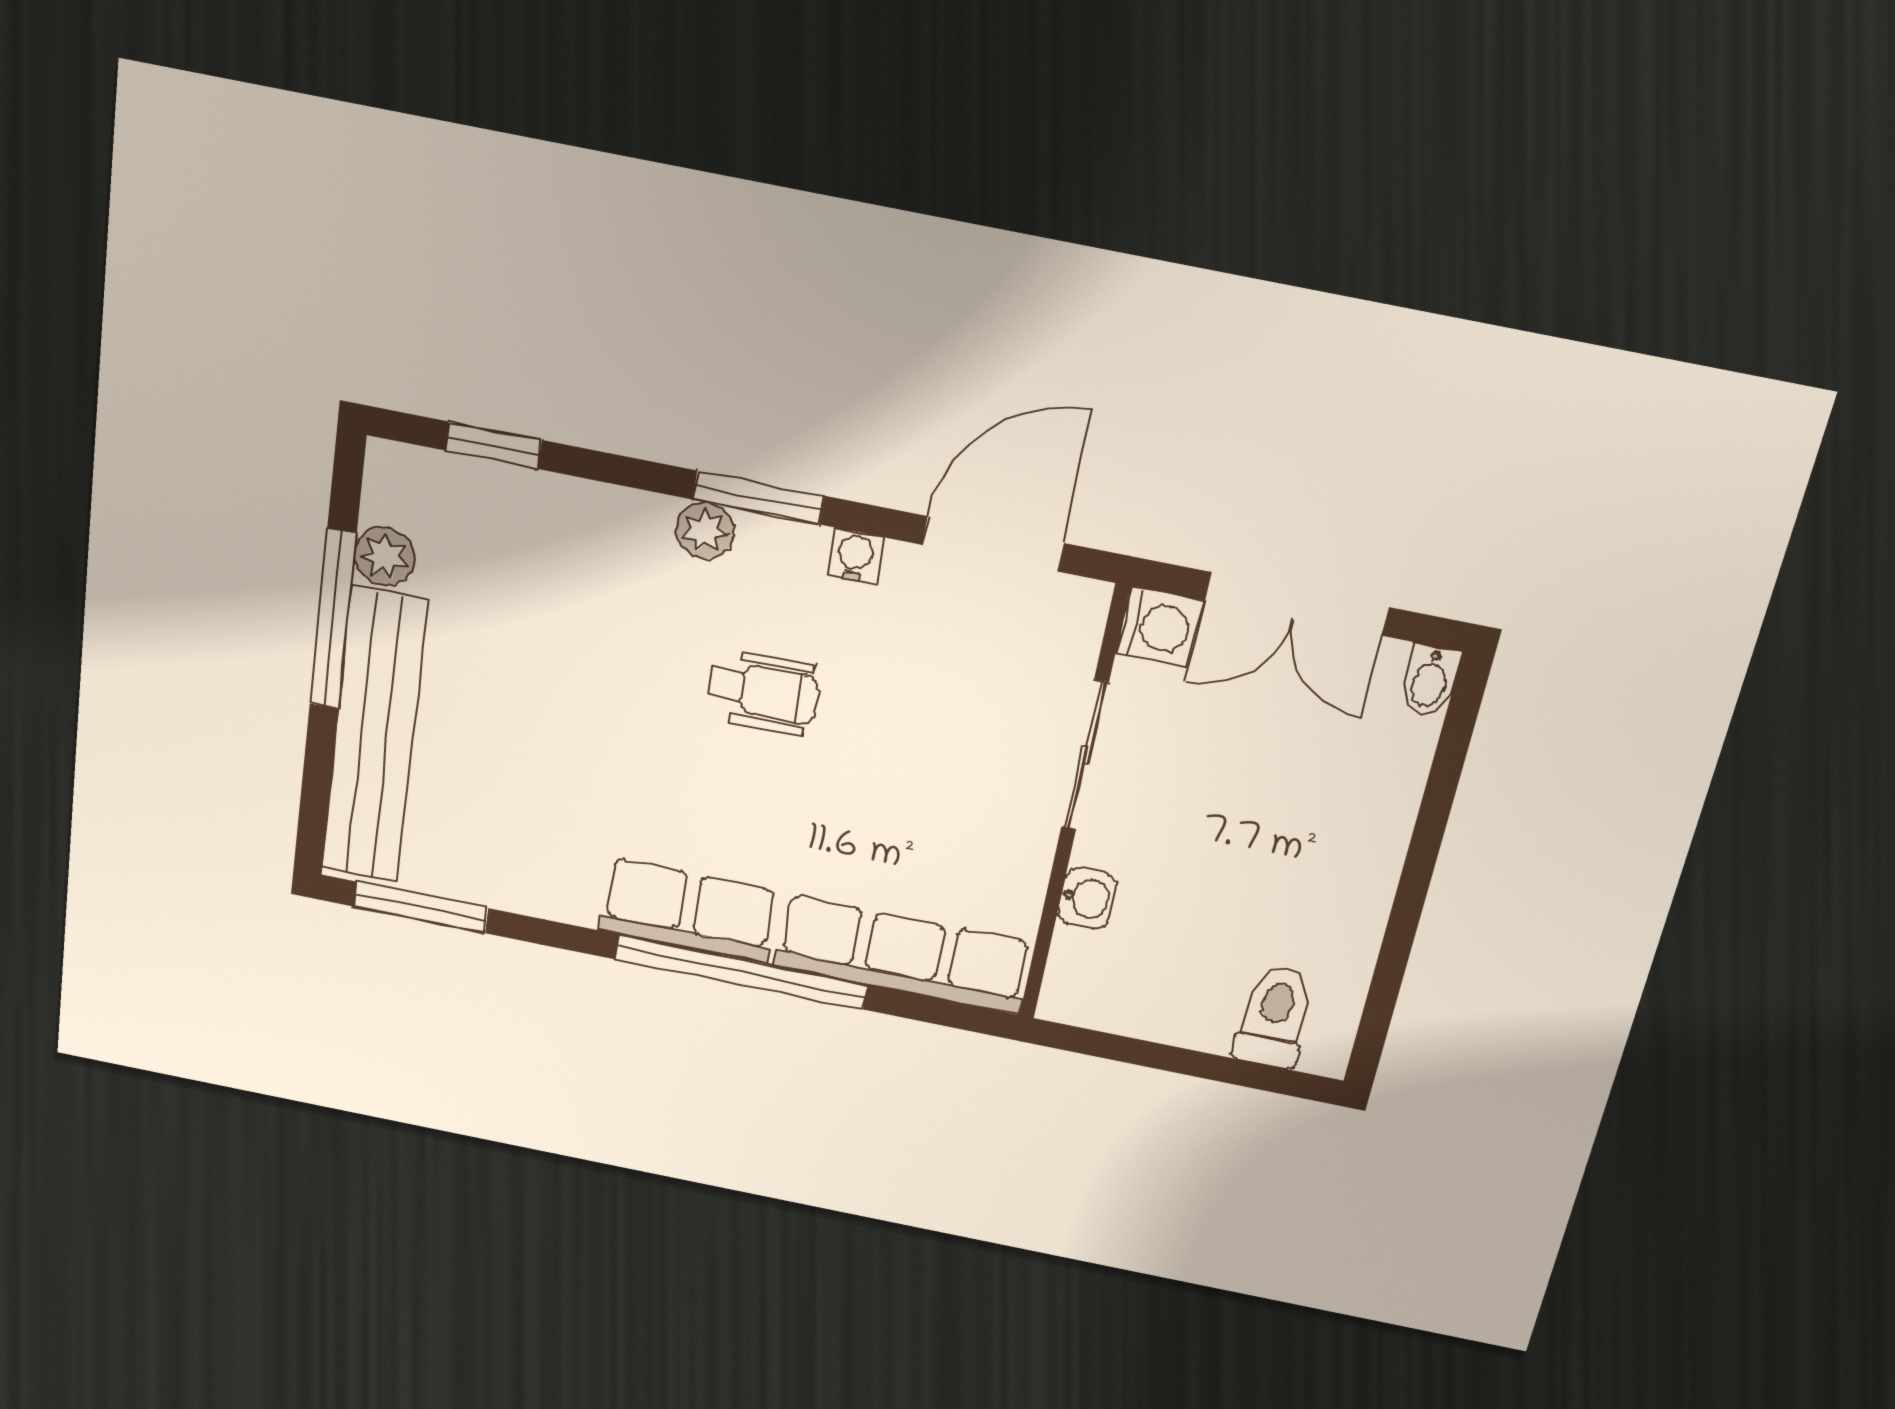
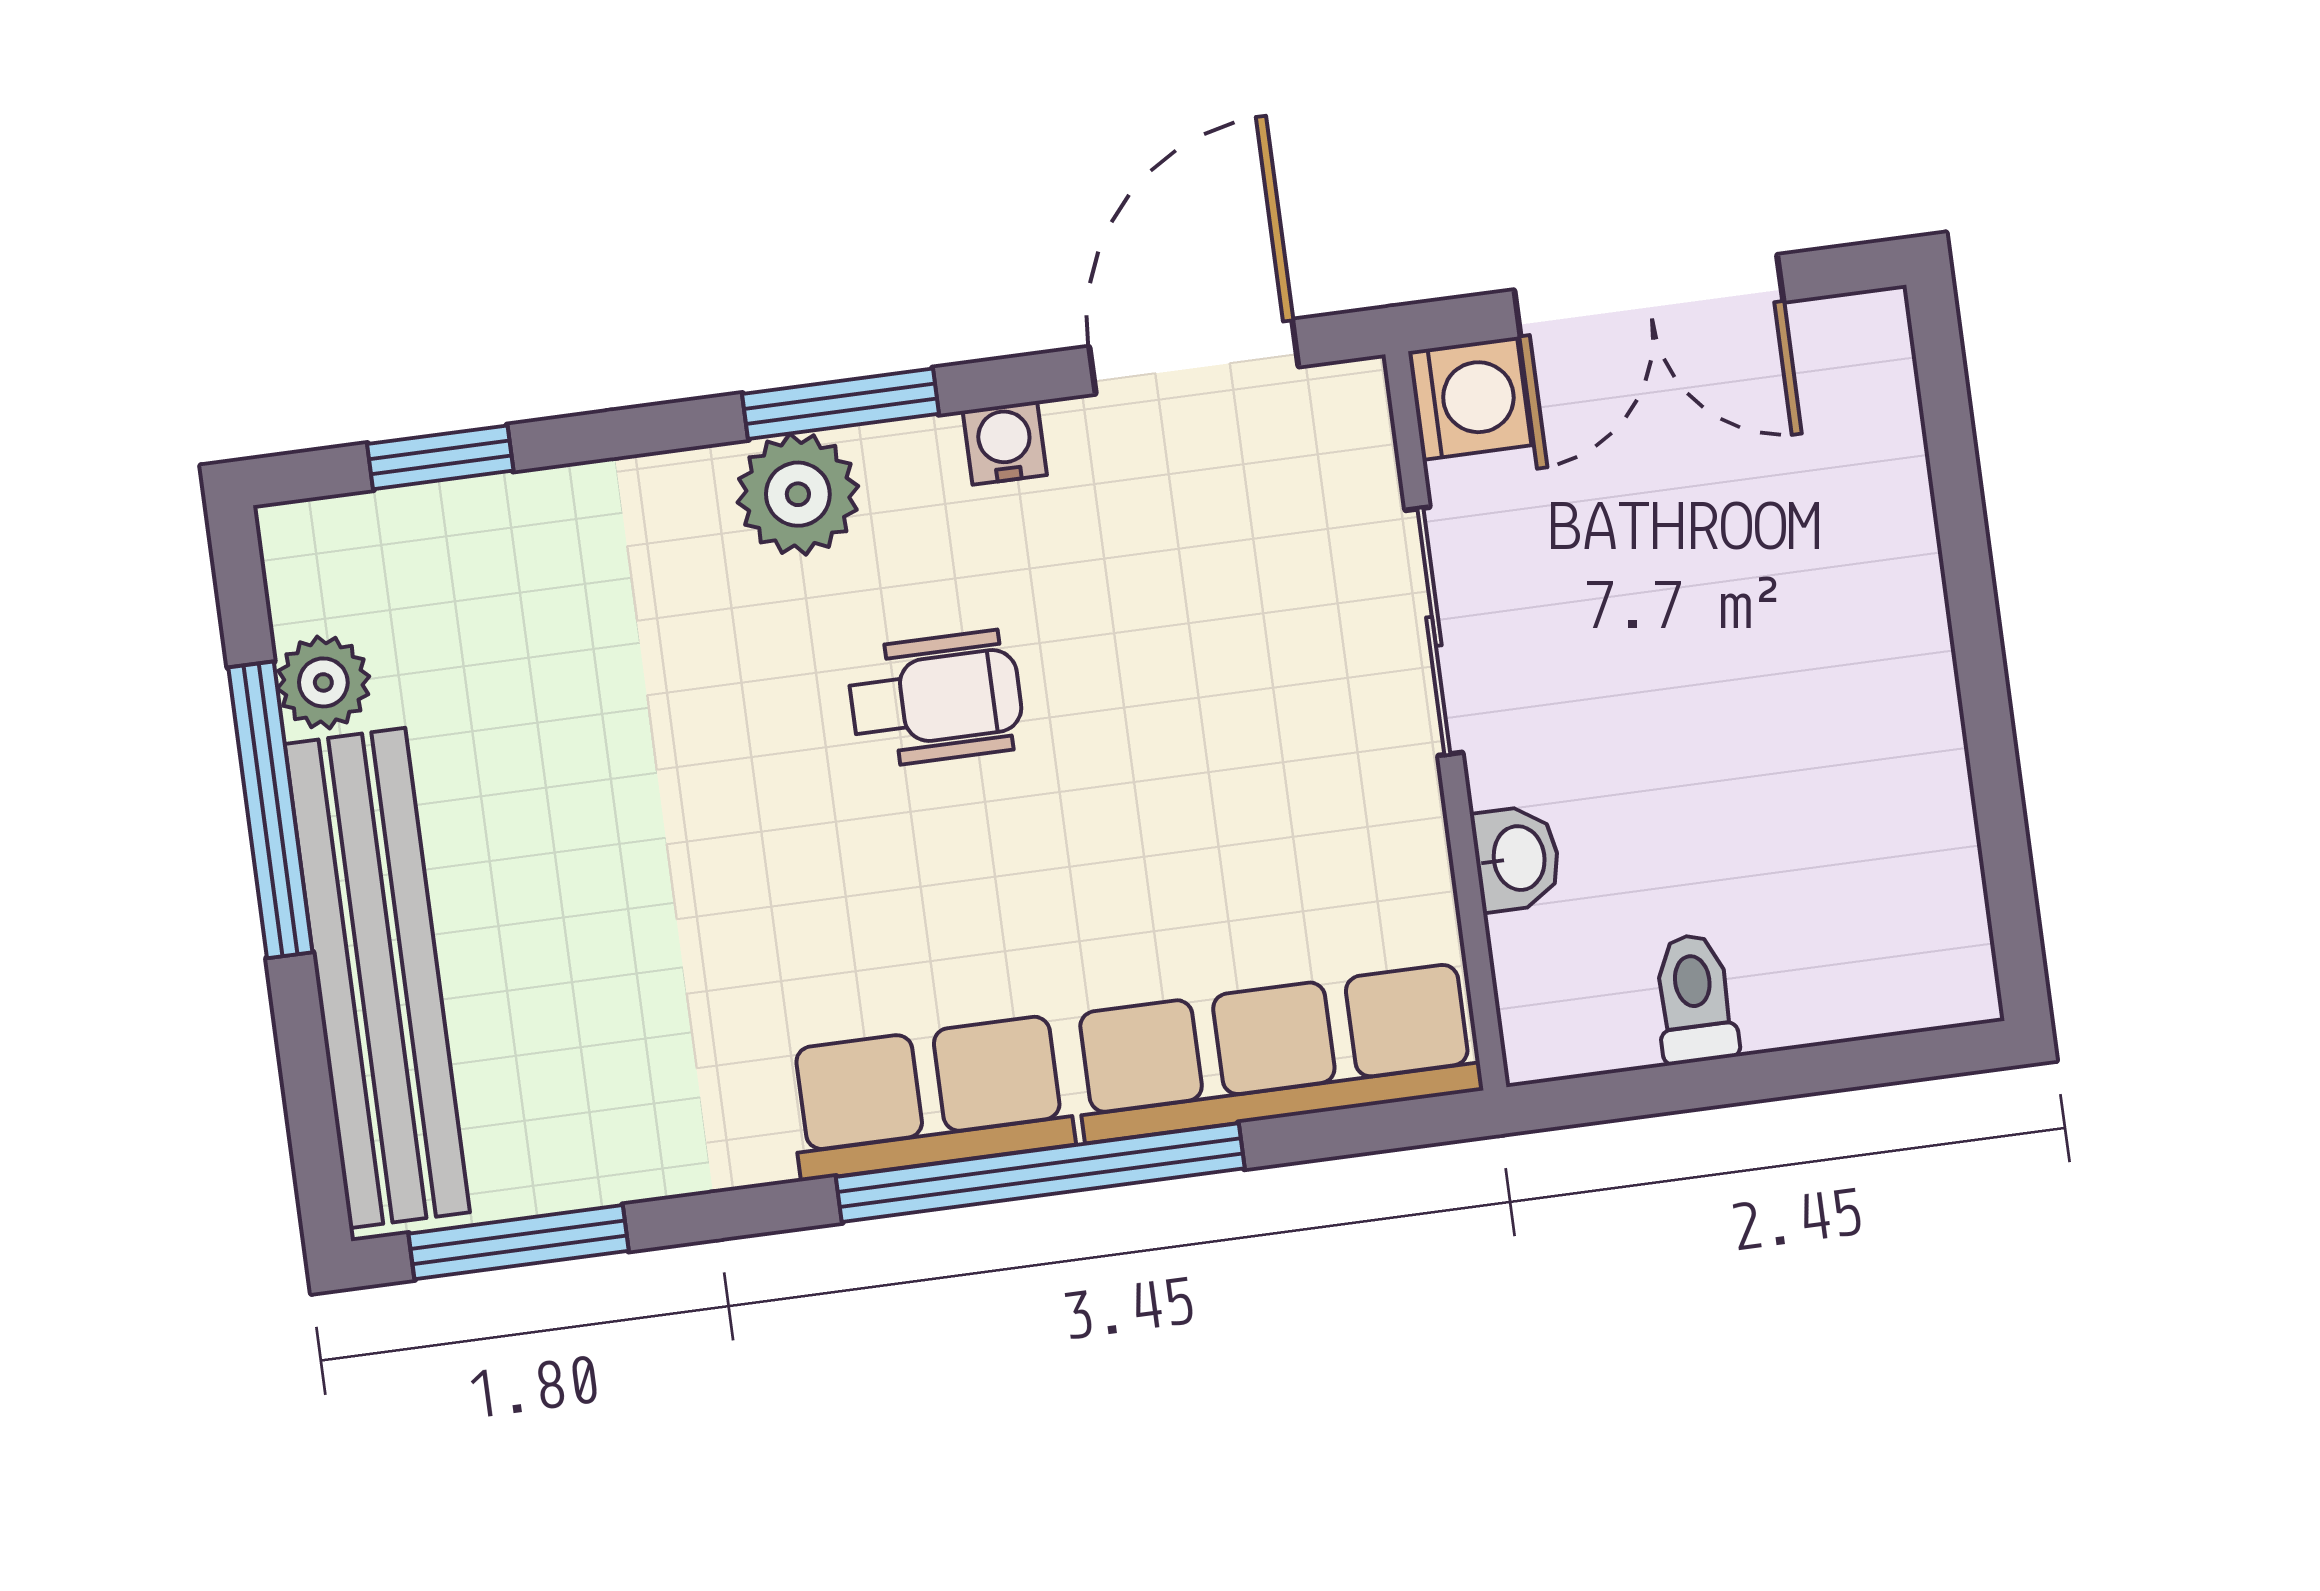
plant: (705, 531) -> (798, 494), width x1.38, depth x1.38
bidet: (1430, 680) -> (1877, 344), removed
toilet: (1274, 1017) -> (1695, 999), moved, width x0.73, depth x0.72

